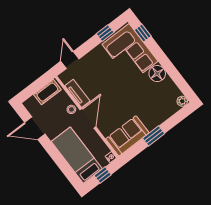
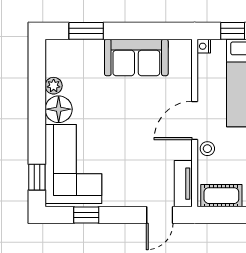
tv unit: (77, 93) -> (183, 184), moved
plant: (182, 101) -> (54, 86), moved
sofa: (127, 136) -> (136, 57), moved
window: (154, 136) -> (86, 31), moved

